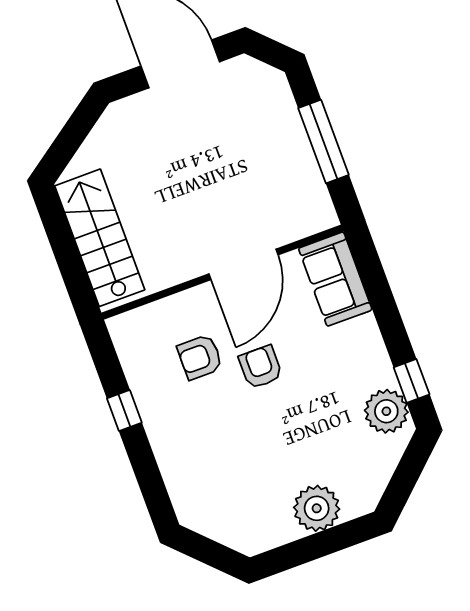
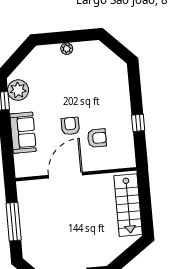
sofa: (335, 279) -> (23, 133), moved
armchair: (261, 367) -> (70, 126), turned 180
plant: (317, 508) -> (67, 49), width x0.53, depth x0.53

